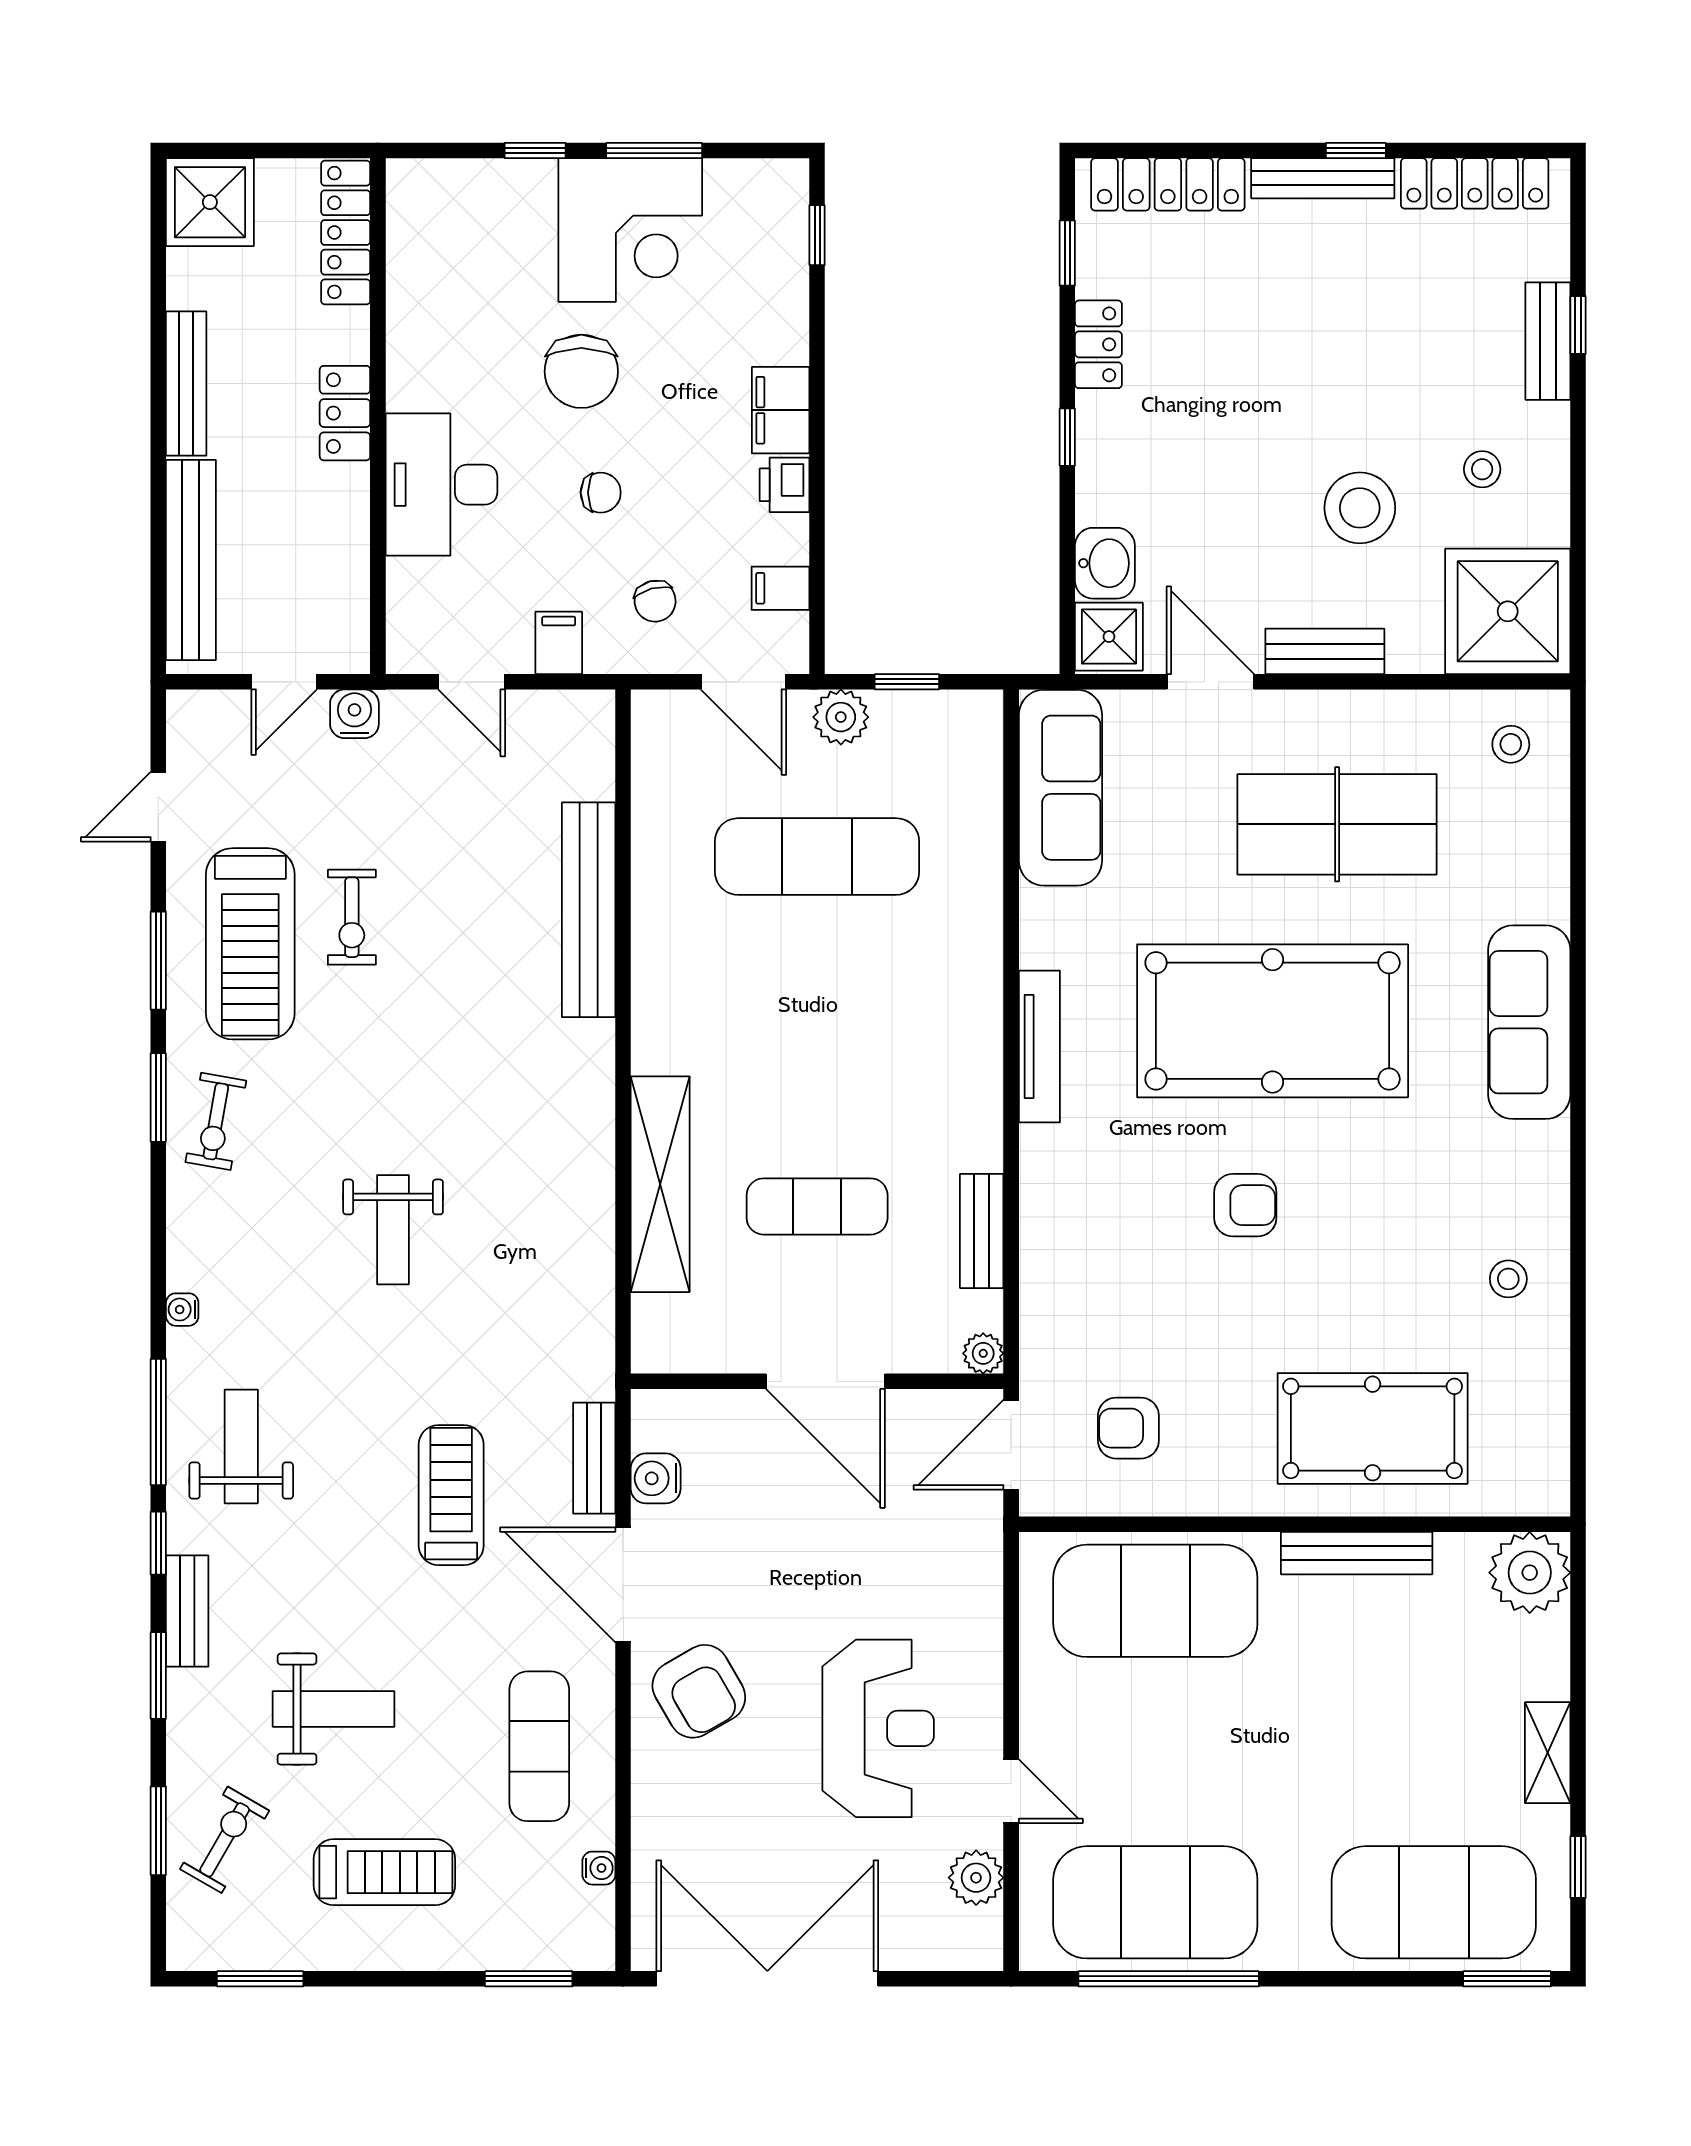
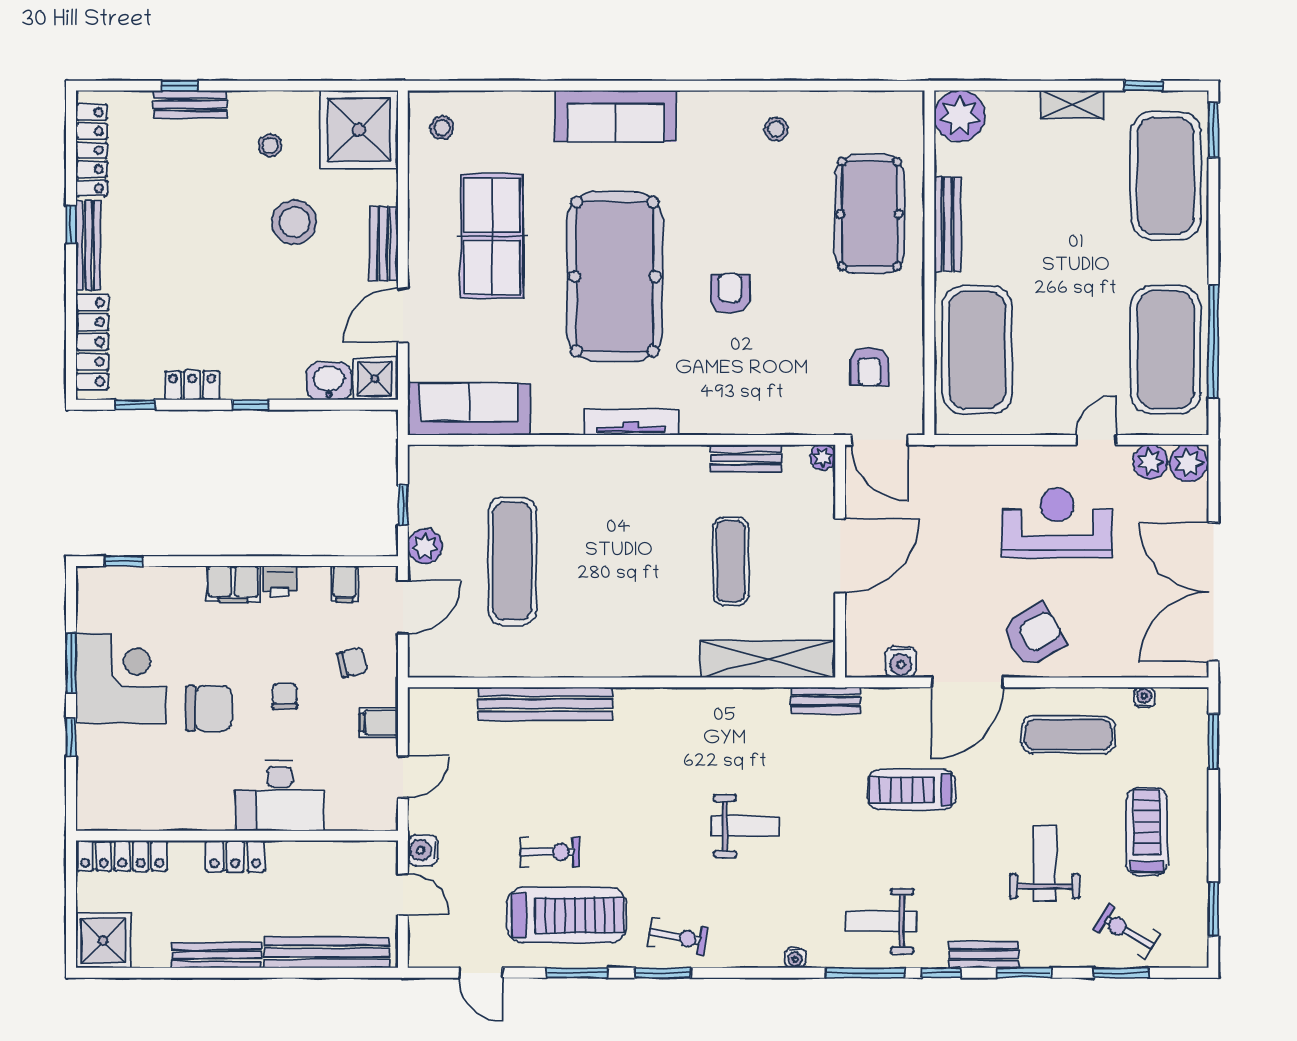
shelving: (660, 1184) -> (768, 659), moved
bench: (594, 1458) -> (826, 700), moved
plant: (974, 1939) -> (1189, 463), added

